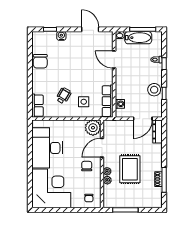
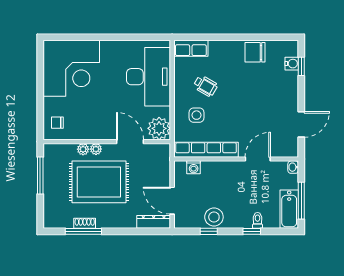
water cooler: (61, 36) -> (292, 64), moved
bathtub: (138, 38) -> (289, 209), moved
row of seats: (108, 101) -> (206, 150), width x1.36
desk: (47, 148) -> (148, 77), moved, turned 90
chair: (87, 166) -> (103, 119), removed
rug: (130, 169) -> (99, 182), width x1.37, depth x1.44

